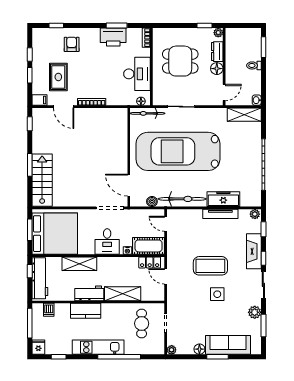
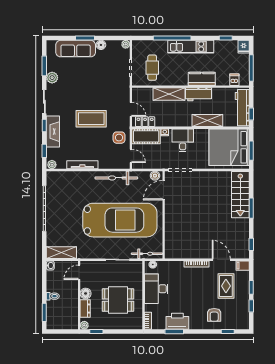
door: (129, 185) -> (164, 190), swing flipped
freezer: (223, 199) -> (80, 178), removed
boiler: (152, 202) -> (155, 176), moved
side table: (217, 294) -> (119, 138), moved

